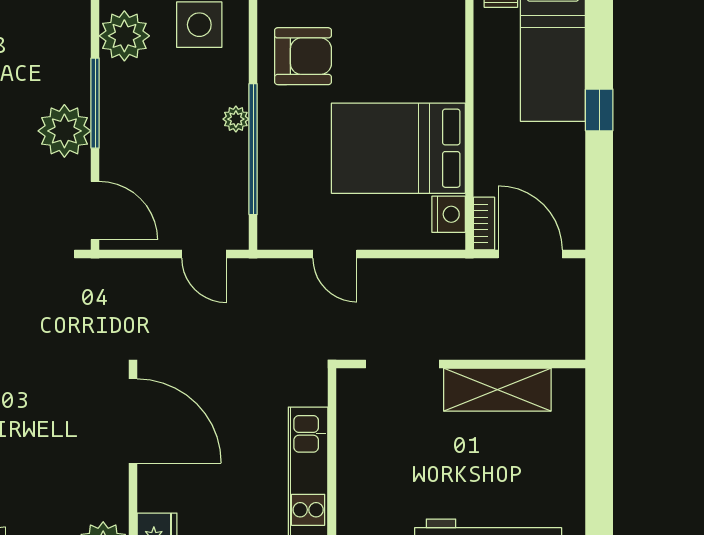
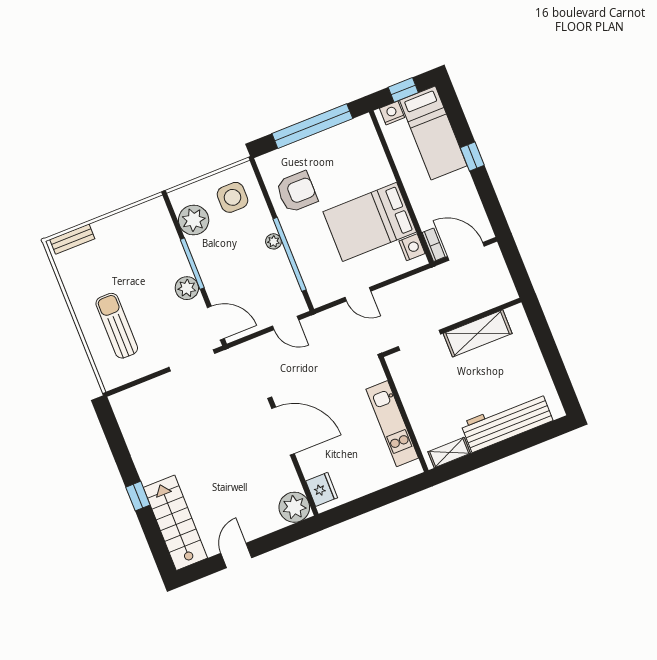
plant: (64, 131) -> (187, 288), width x0.73, depth x0.73

